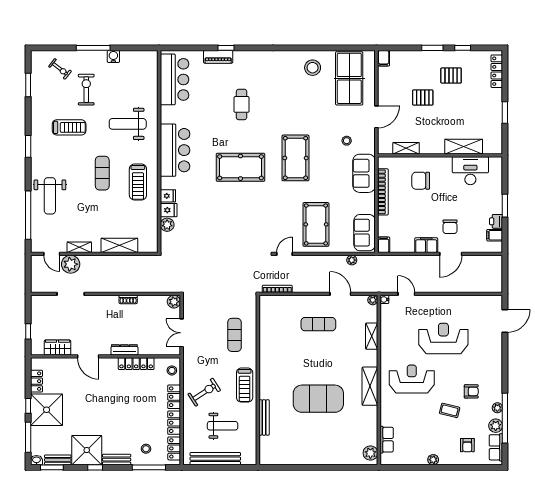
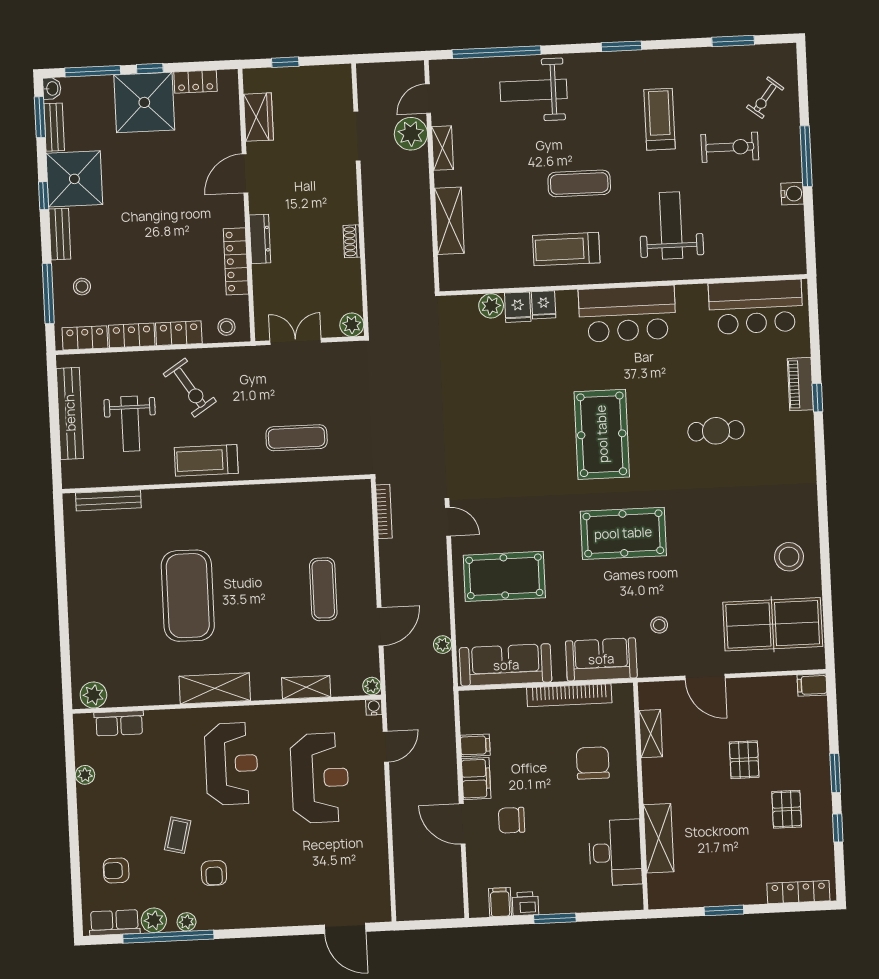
treadmill: (69, 127) -> (659, 119), turned 180
sofa: (365, 233) -> (506, 665), width x1.36
filing cabinet: (384, 245) -> (475, 745), moved
reception desk: (443, 338) -> (320, 778), moved
bench: (264, 417) -> (108, 500), moved
plant: (433, 460) -> (85, 775), moved

